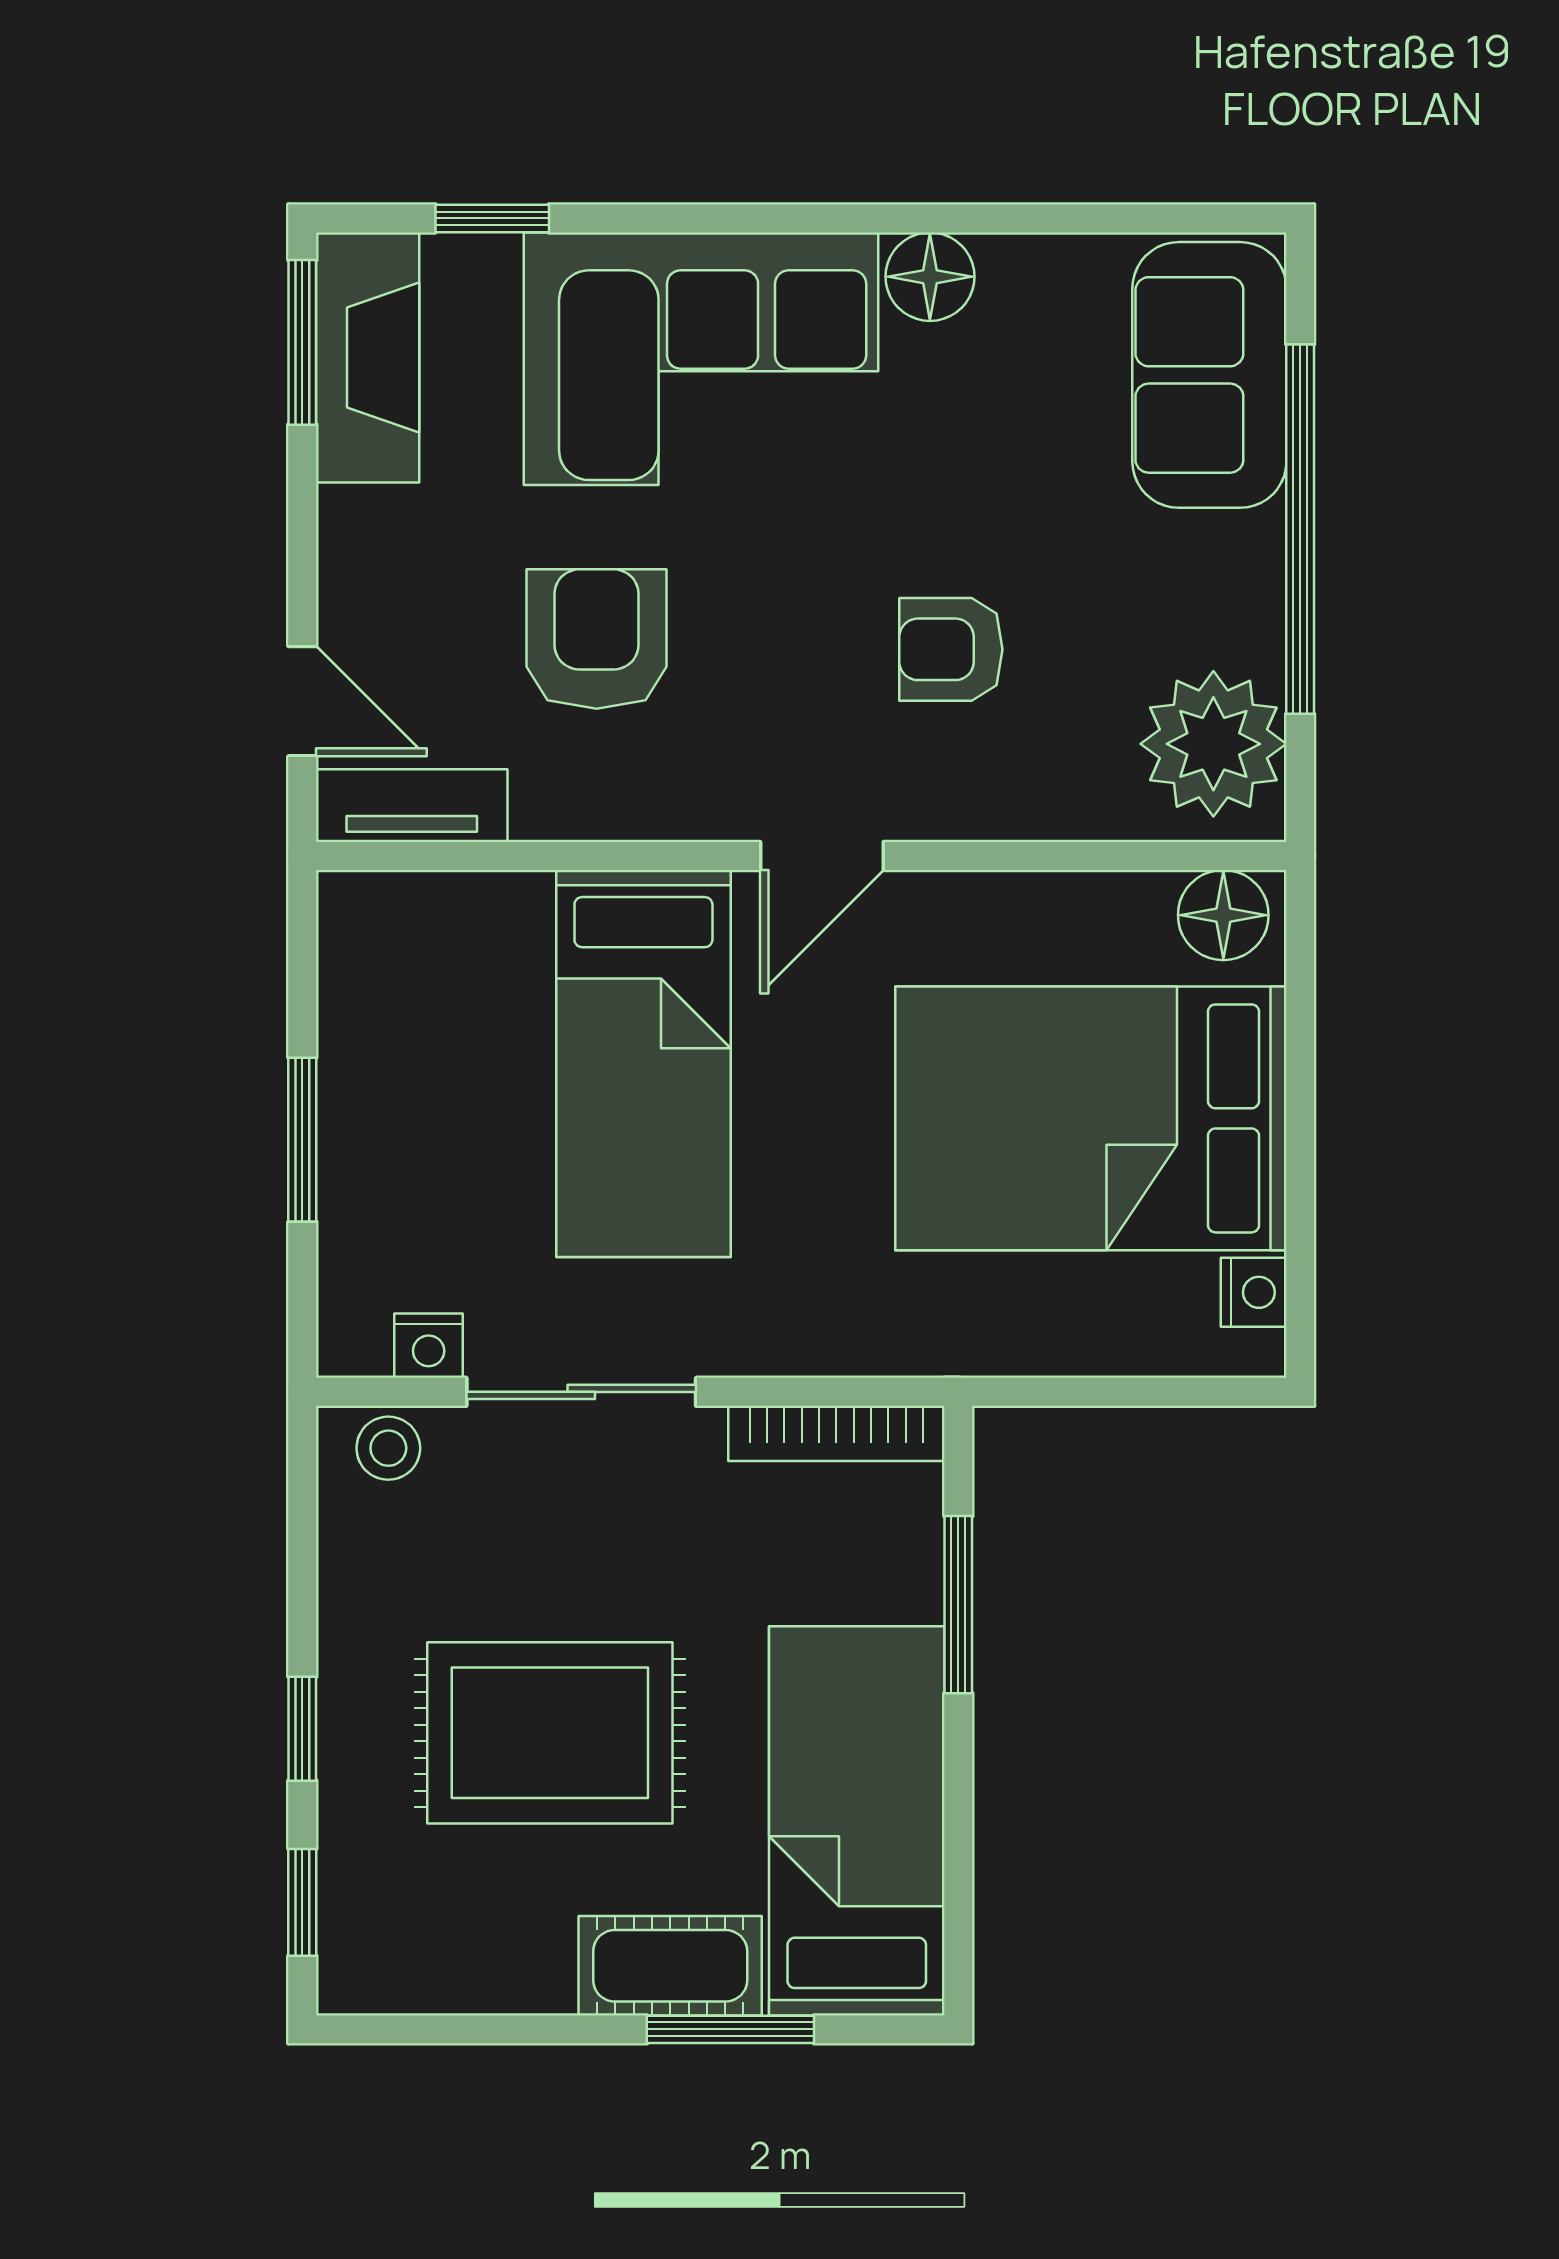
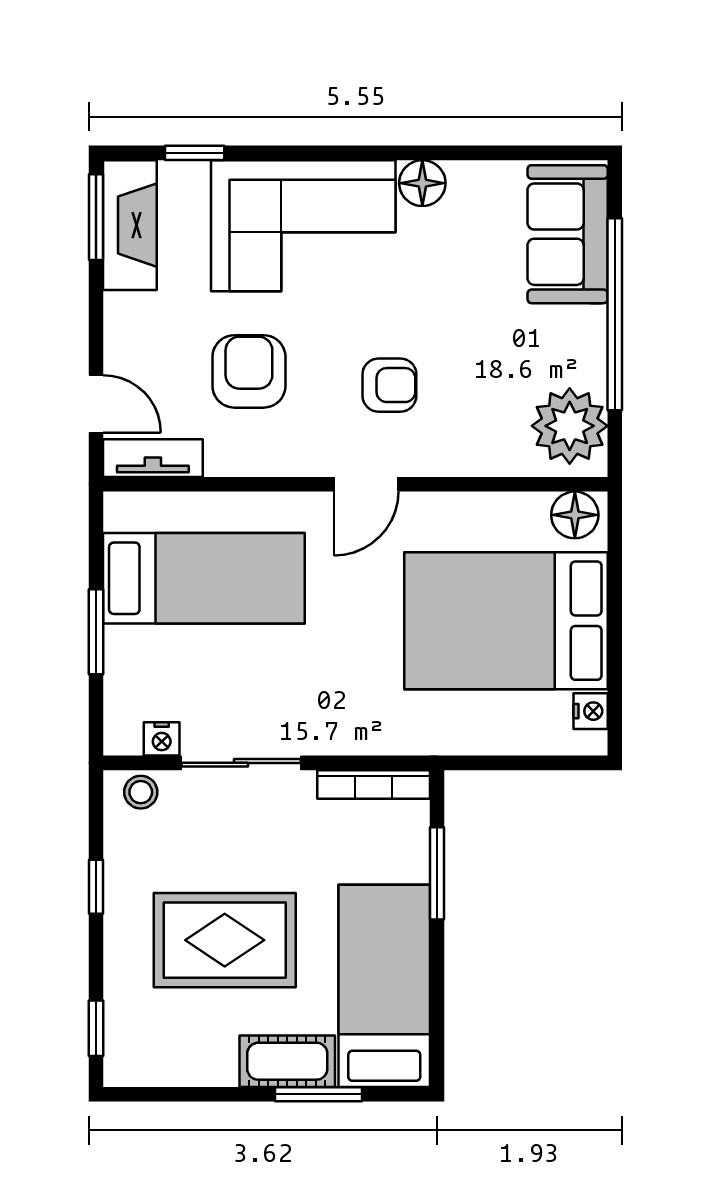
armchair: (951, 649) -> (389, 385), moved, turned 180
bed: (643, 1064) -> (204, 578), moved, turned -90
window: (302, 1729) -> (96, 887), moved

